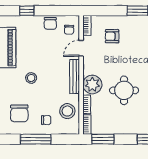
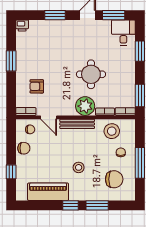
armchair: (112, 36) -> (37, 86), turned 90

